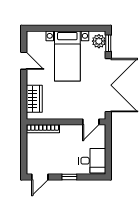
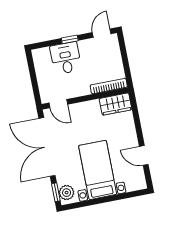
wardrobe: (34, 99) -> (116, 104), moved, turned -90
door: (91, 122) -> (58, 104), swing flipped
desk: (92, 161) -> (66, 58), moved, turned 90

